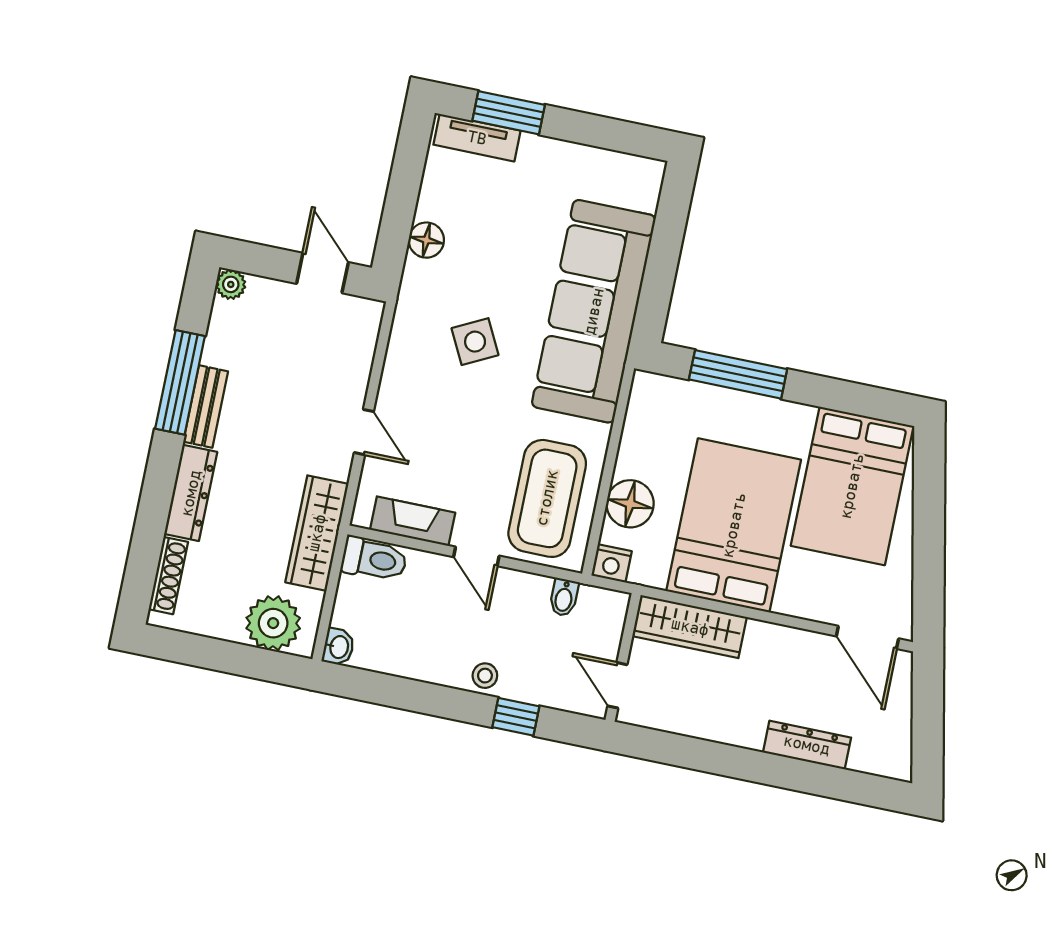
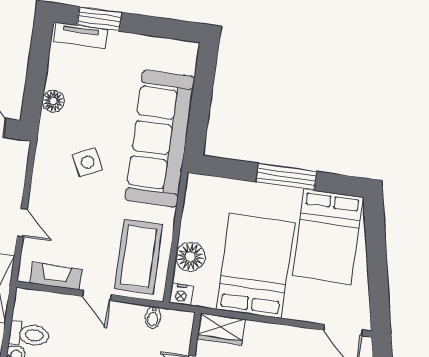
window: (738, 374) -> (286, 177), moved
toilet: (374, 559) -> (29, 334), moved
wardrobe: (690, 627) -> (221, 329), width x0.67

